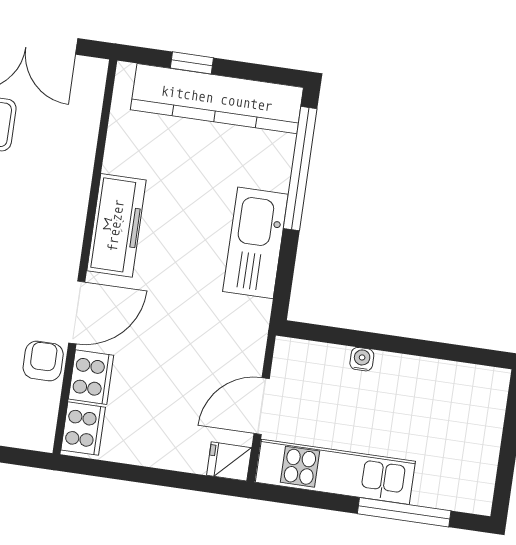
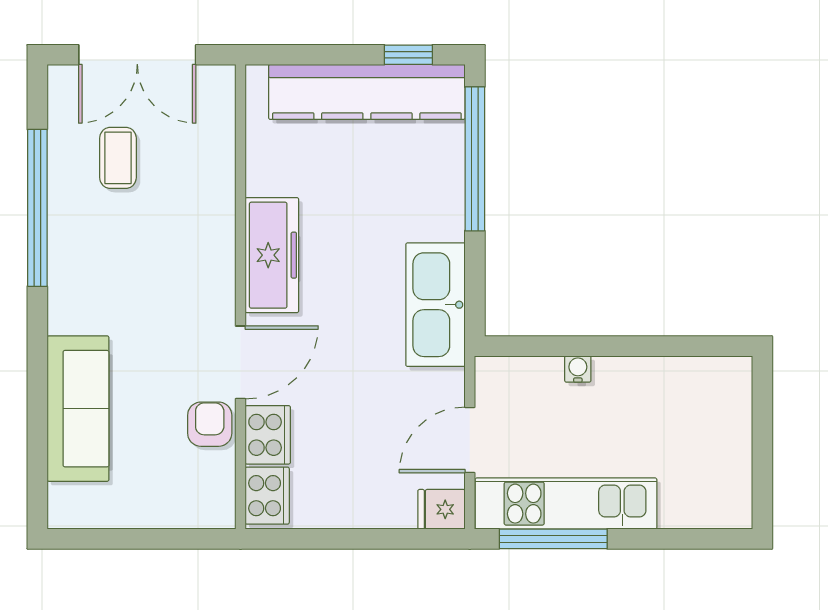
window: (192, 63) -> (408, 55), moved
kitchen sink: (255, 243) -> (435, 305), moved
window: (404, 512) -> (553, 539), moved

